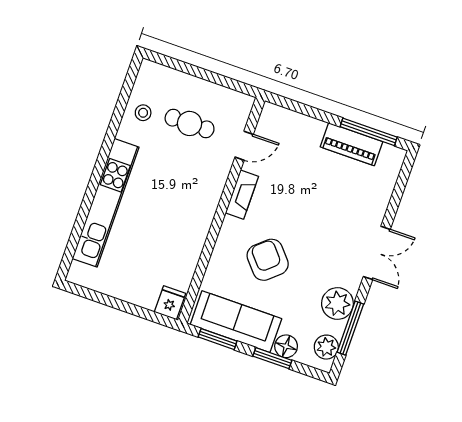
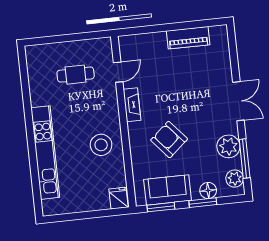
stool: (143, 113) -> (101, 145), moved, width x1.89, depth x1.89
window: (369, 132) -> (195, 24), removed
sofa: (236, 322) -> (168, 190), width x0.73

